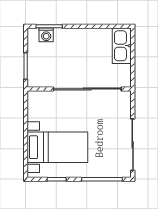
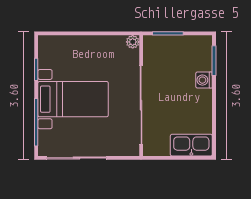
washing machine: (46, 35) -> (204, 80), moved
plant: (33, 96) -> (133, 42), added
bed with nightstands: (57, 147) -> (73, 99), moved, turned -90

